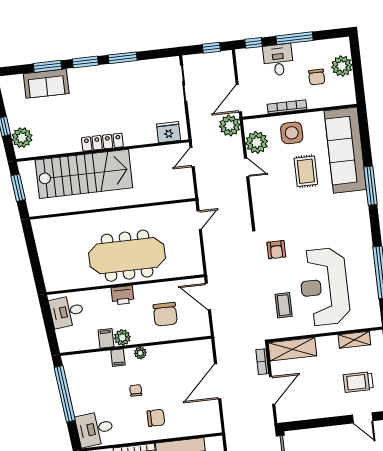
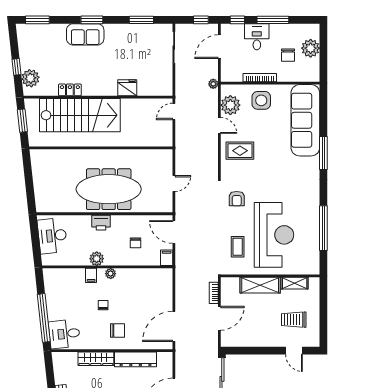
window: (123, 58) -> (141, 20), moved
window: (48, 66) -> (37, 20), moved
sofa: (46, 84) -> (85, 34), moved
door: (239, 98) -> (219, 47), moved
plant: (230, 126) -> (213, 84), width x0.53, depth x0.53
fridge: (169, 132) -> (127, 88), moved
locker: (102, 142) -> (70, 90), moved, width x0.66
rug: (306, 171) -> (240, 151), moved, turned 90
door: (199, 220) -> (174, 184), moved
reception desk: (324, 287) -> (274, 235), turned 180
desk: (67, 312) -> (52, 236), width x1.37
chair: (165, 314) -> (136, 243), width x0.54, depth x0.54
filing cabinet: (106, 338) -> (167, 258), moved
shelving: (292, 349) -> (260, 285), moved
door: (218, 381) -> (174, 326), moved
window: (65, 394) -> (44, 318), moved

